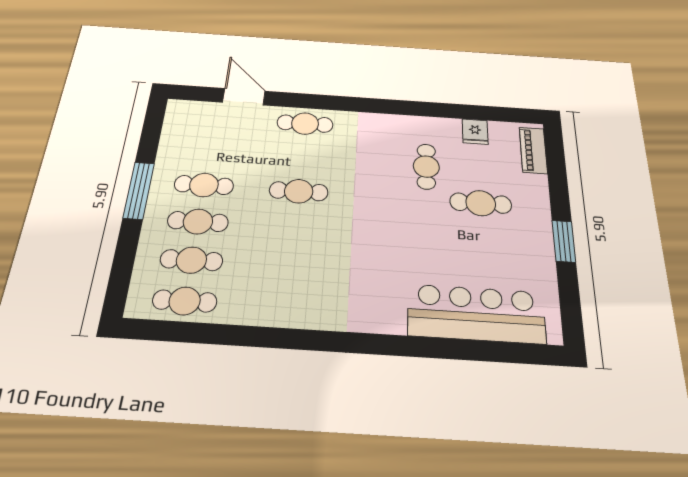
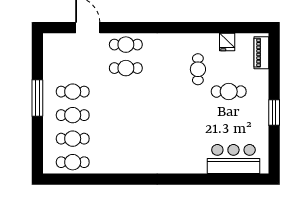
cafe table: (299, 191) -> (126, 68), moved
bar counter: (476, 314) -> (233, 159), width x0.73

